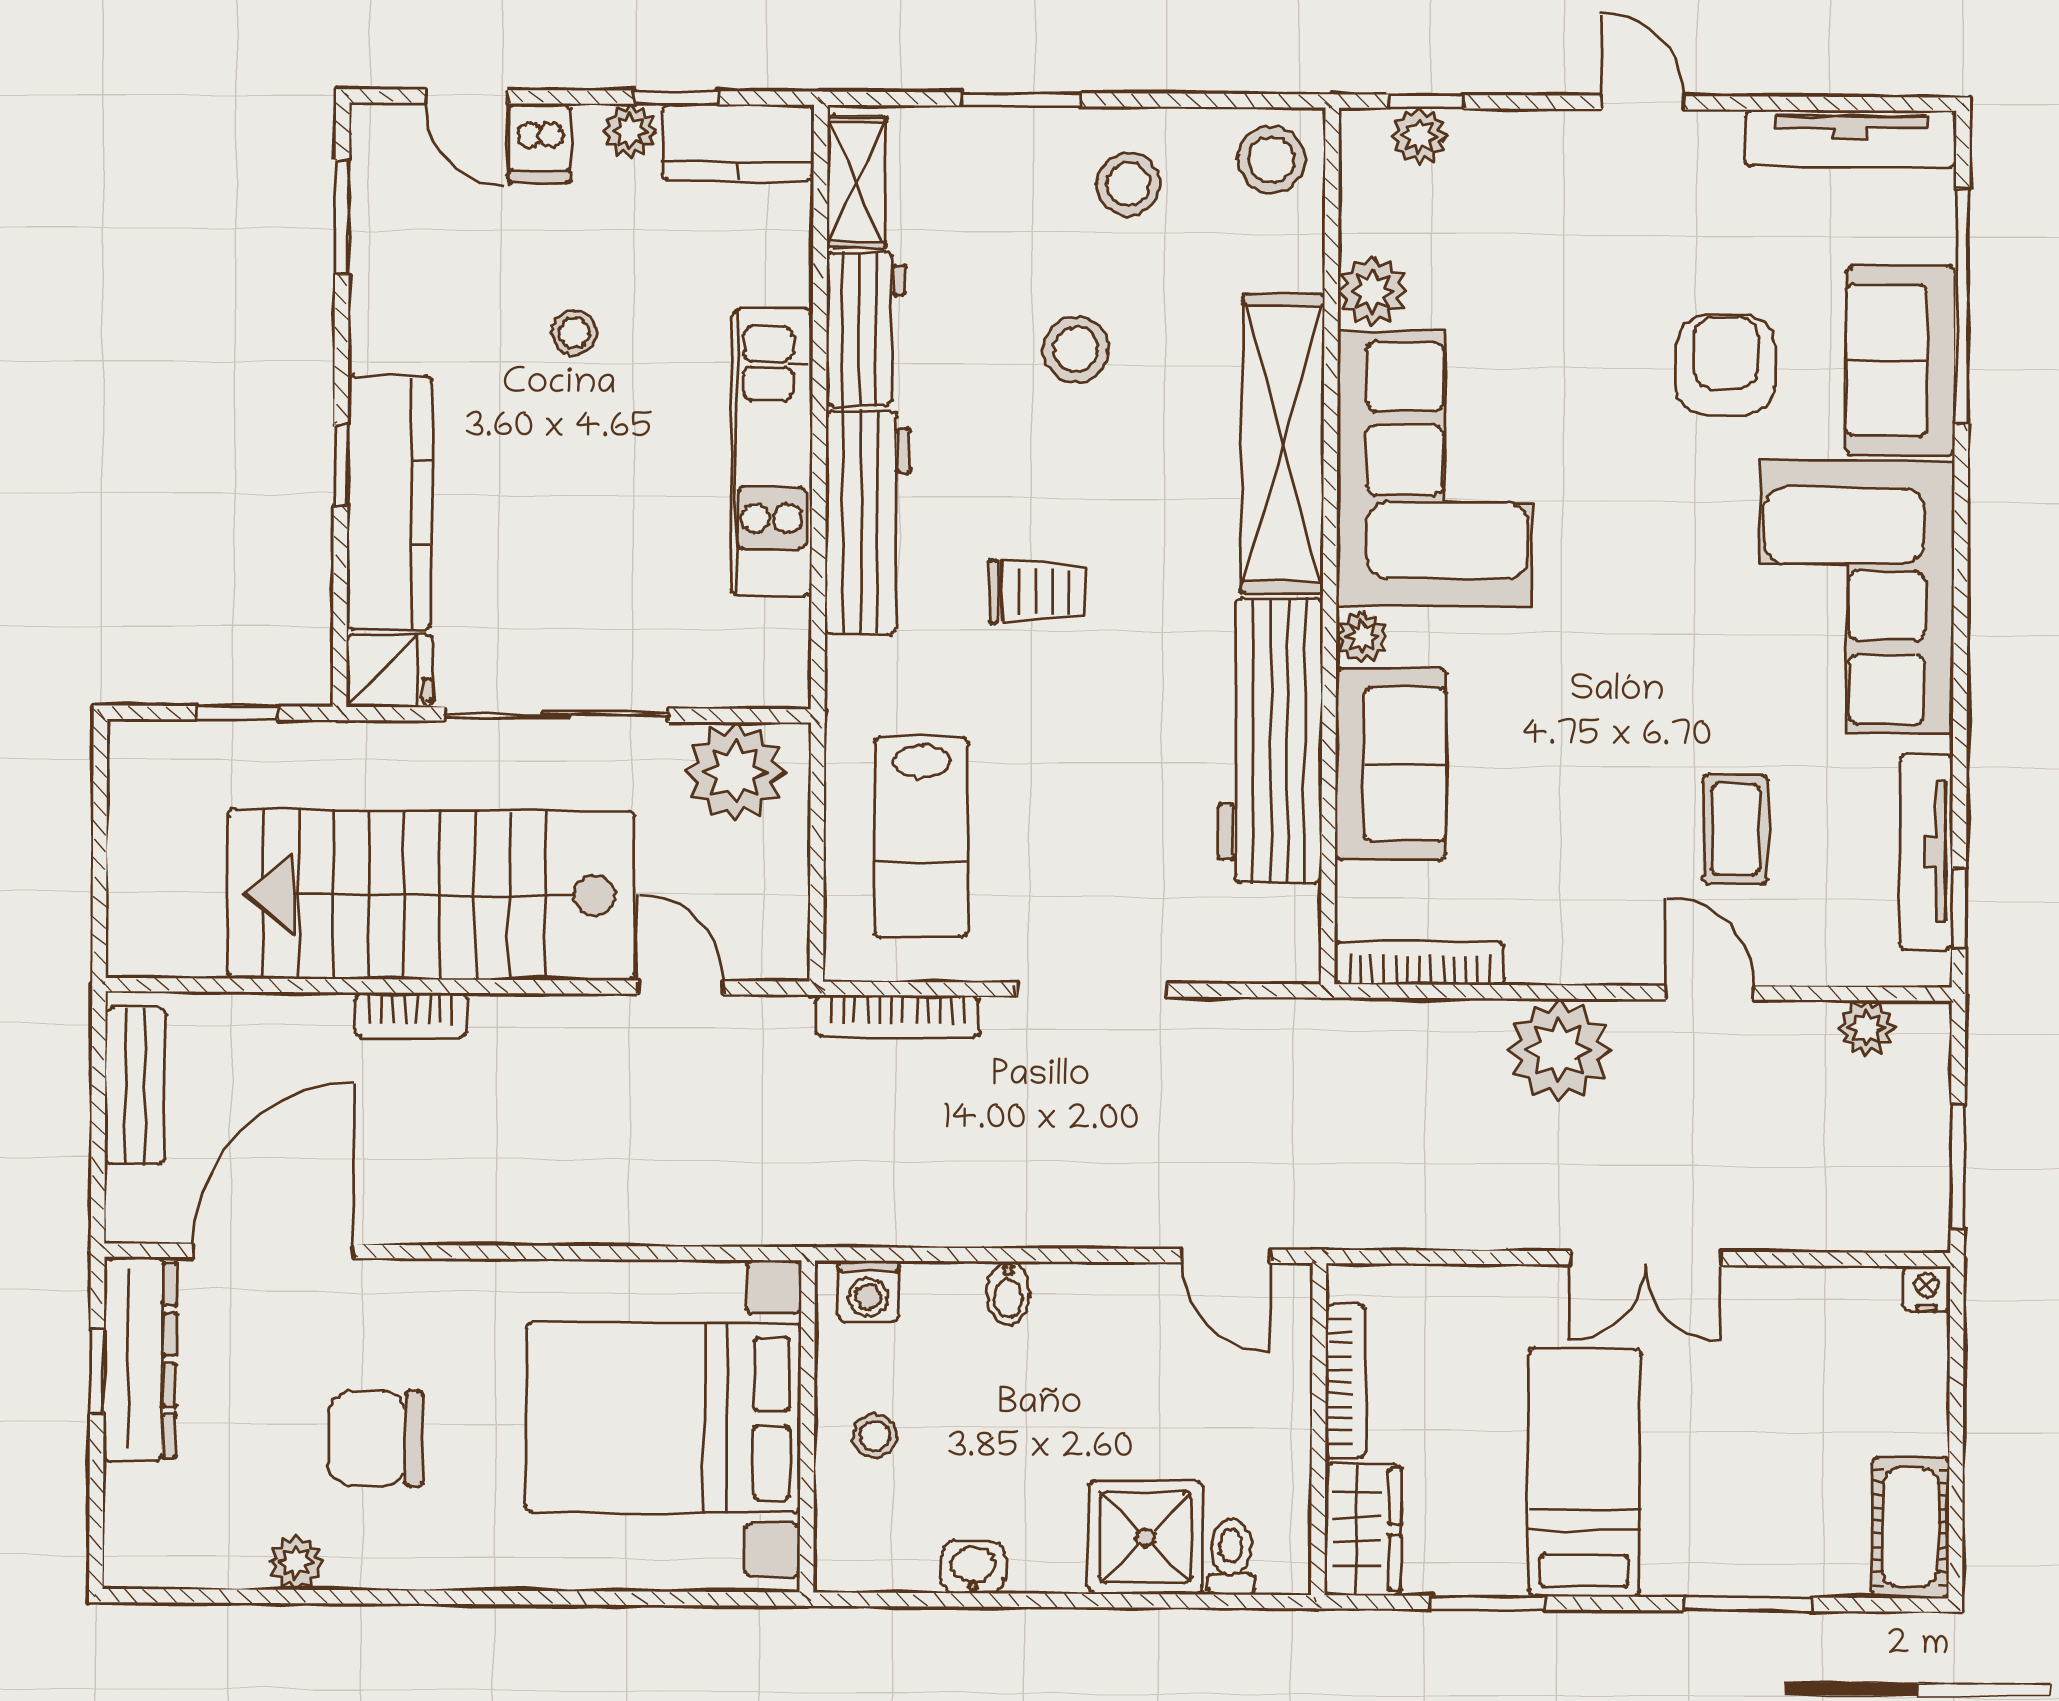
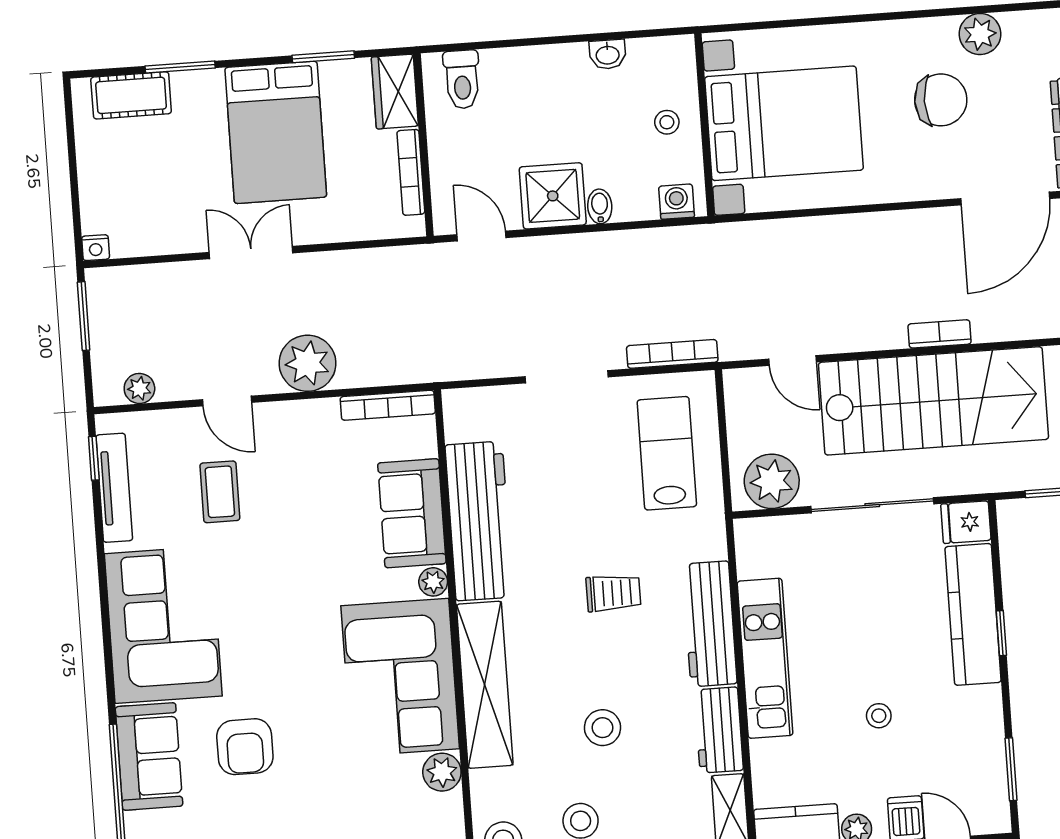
trolley: (1037, 592) -> (613, 593), turned 180
bed: (1584, 1472) -> (276, 132), width x1.50
cot: (1911, 1528) -> (131, 95), moved, turned 90
shower: (1146, 1537) -> (553, 196), moved
toilet: (1231, 1557) -> (462, 80), width x1.37, depth x1.39
plant: (296, 1563) -> (980, 34), width x1.38, depth x1.38

